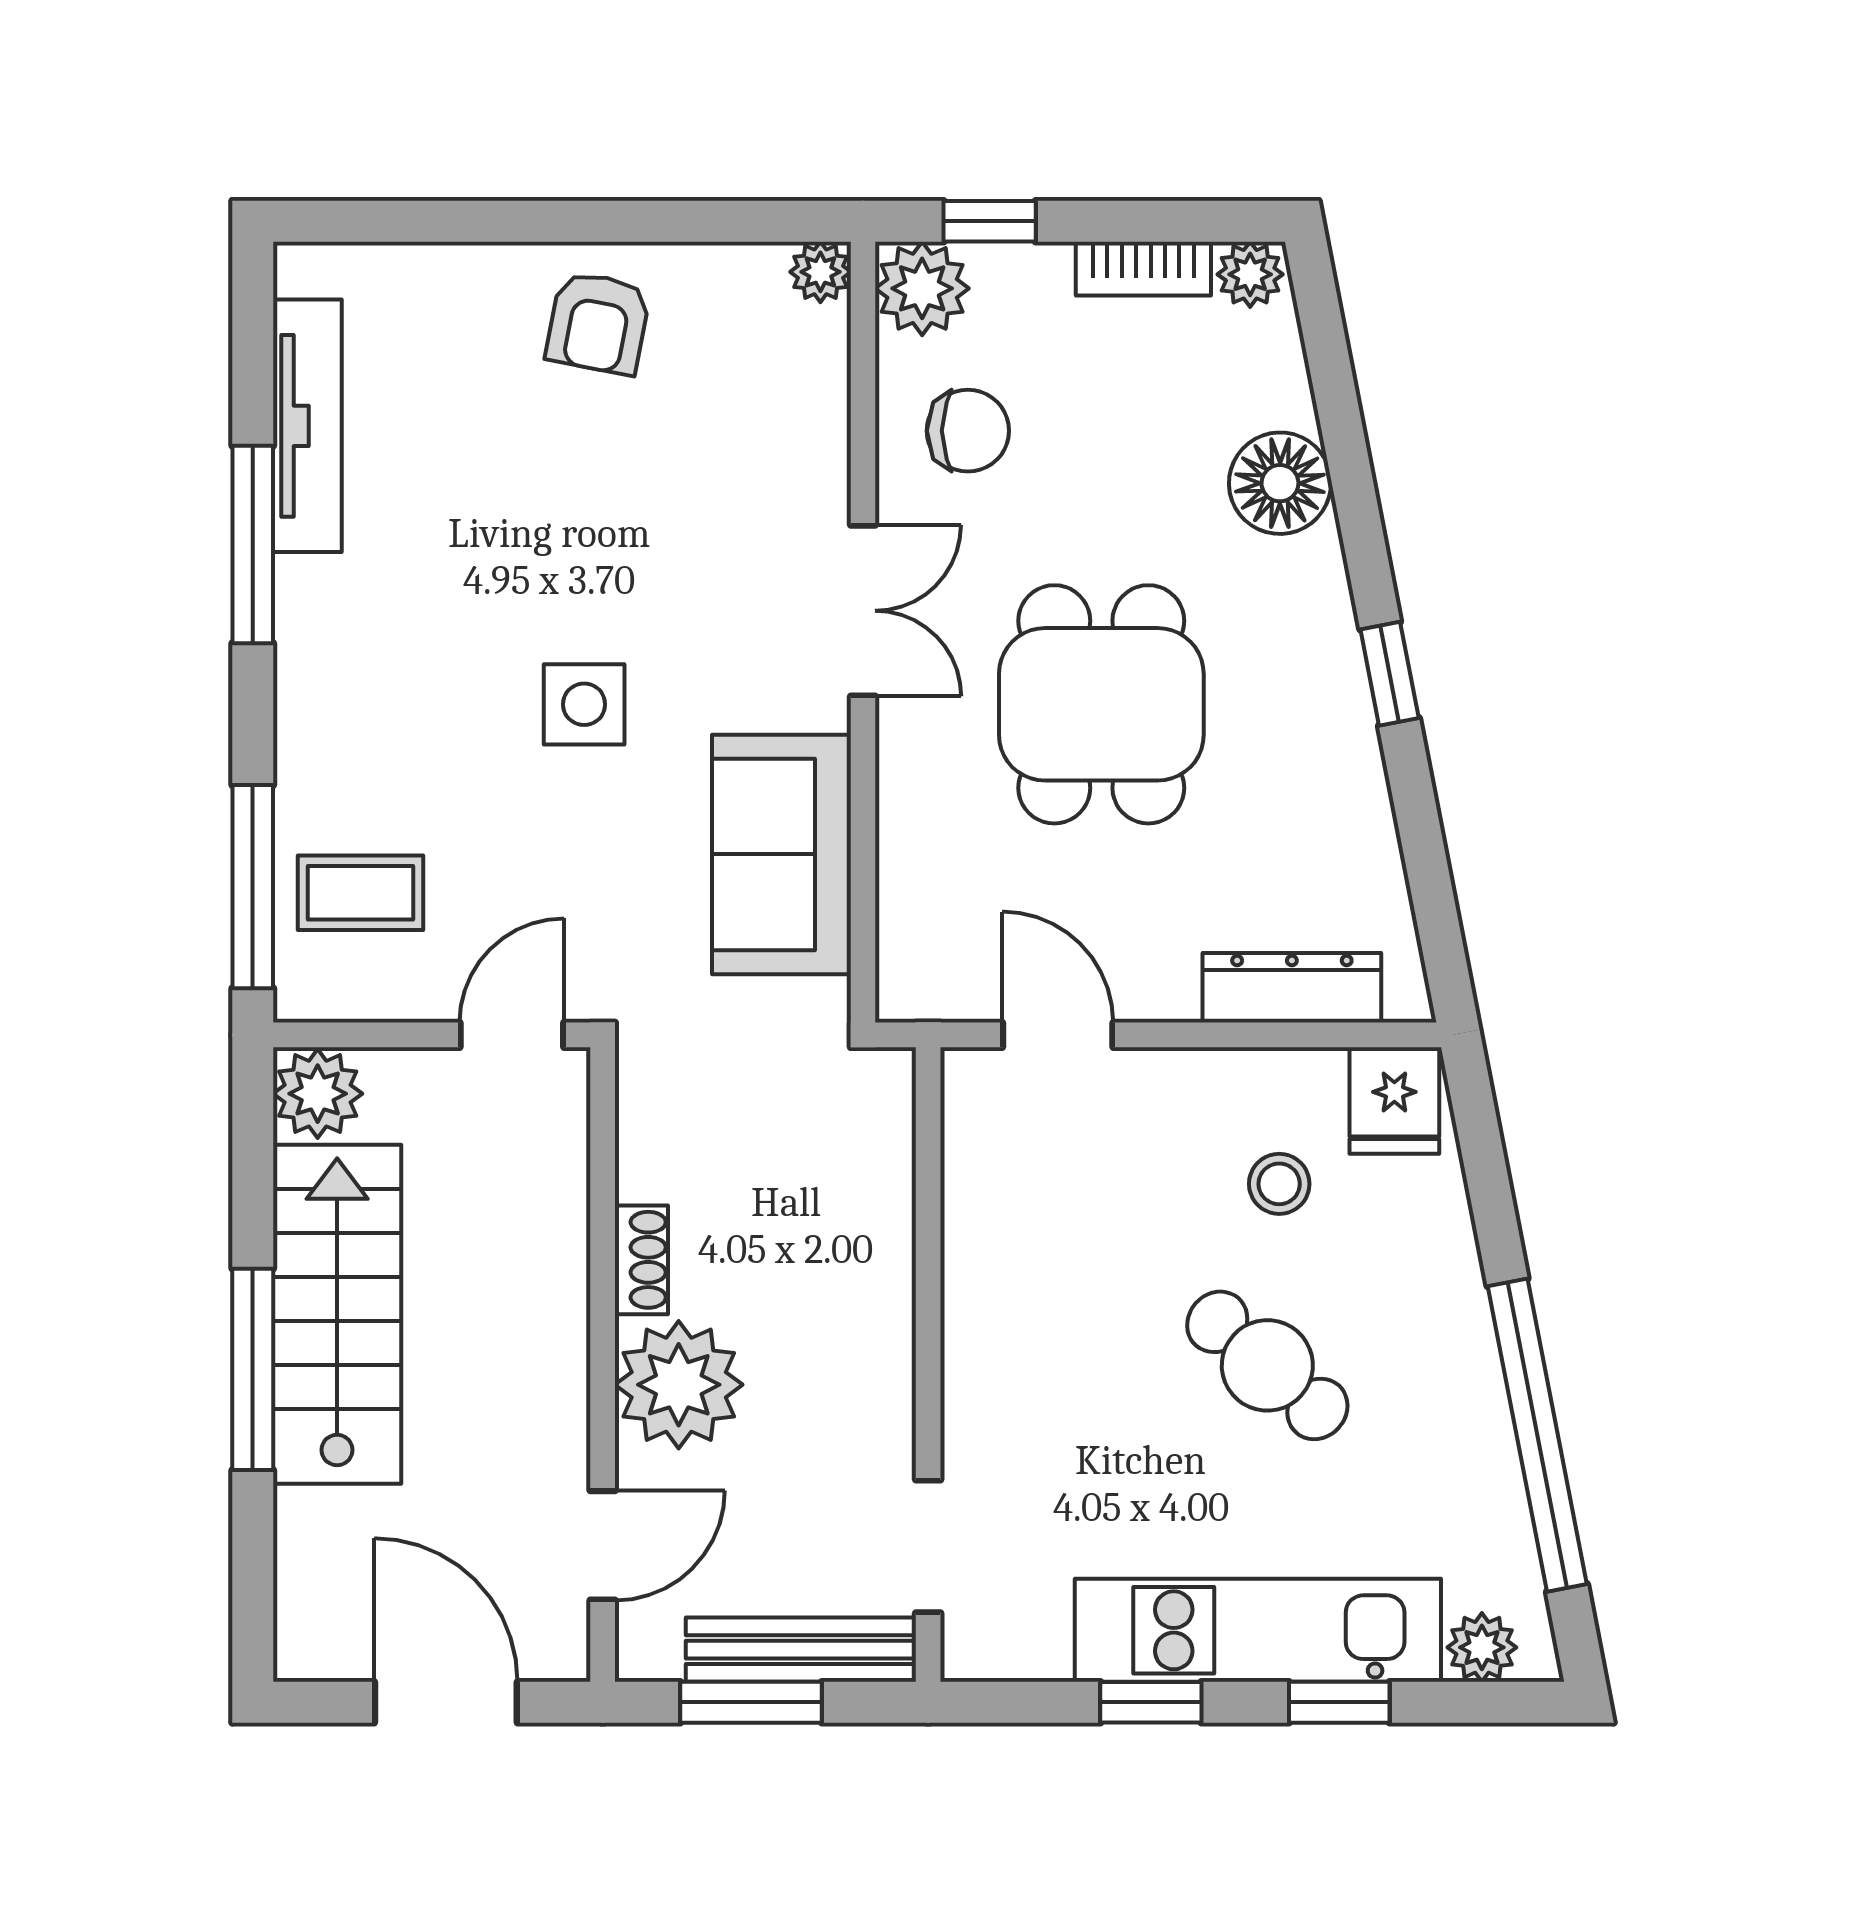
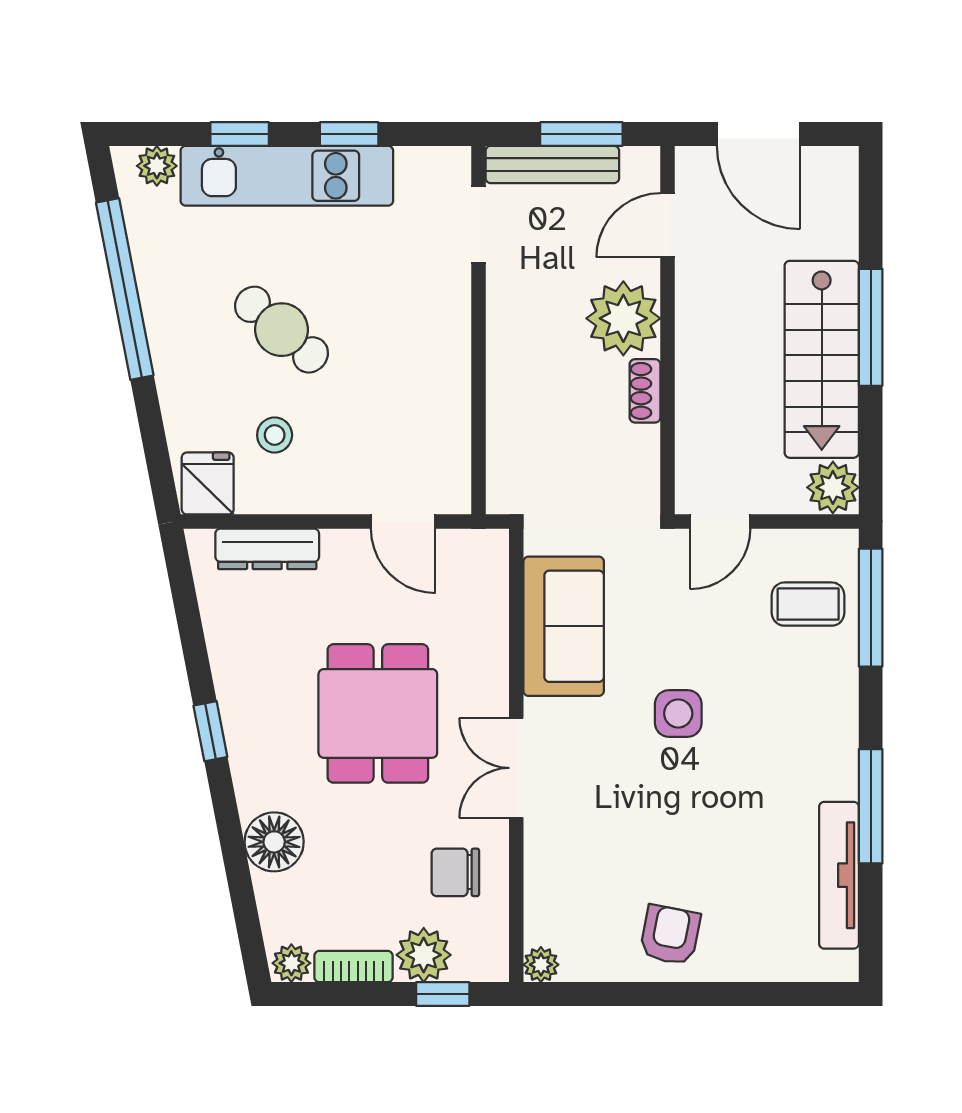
plant: (922, 288) -> (424, 955), moved

